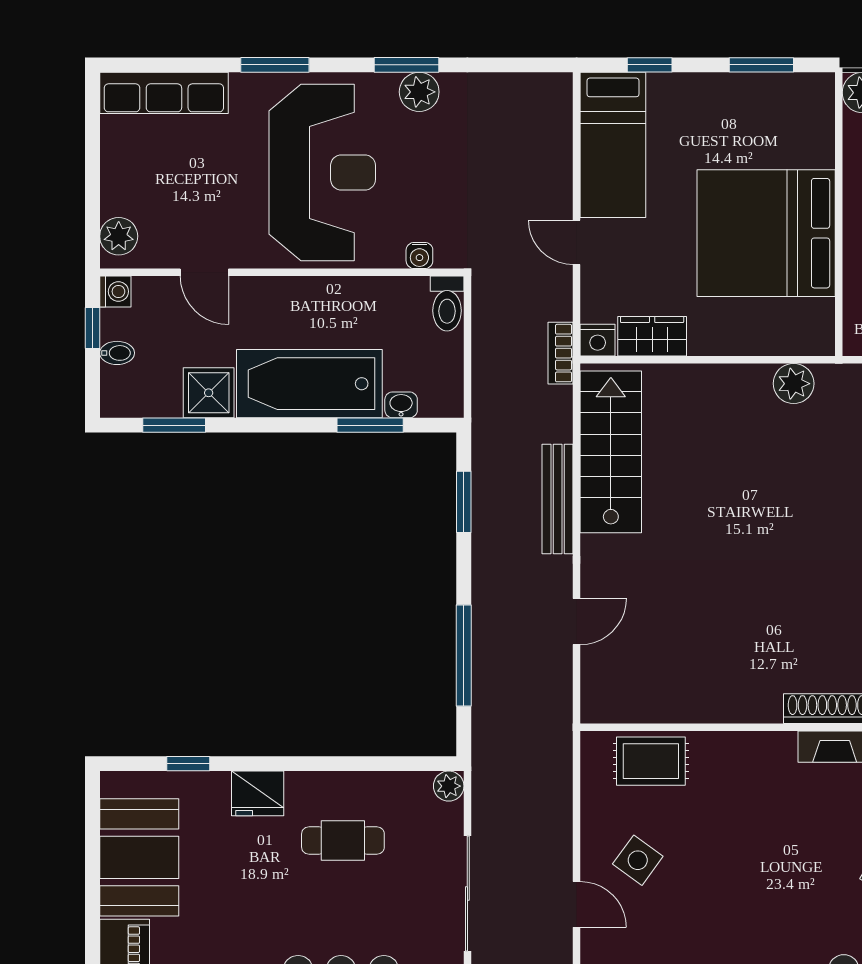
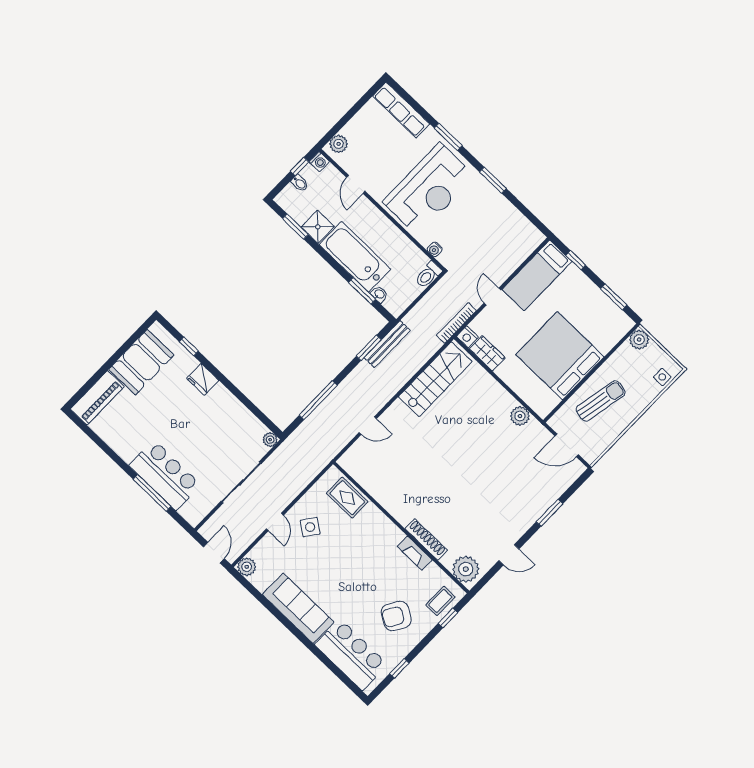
plant: (419, 92) -> (488, 194), removed
bookcase: (561, 353) -> (456, 323), width x1.56
bench: (558, 499) -> (387, 344), moved
cafe table: (343, 841) -> (216, 423), removed

